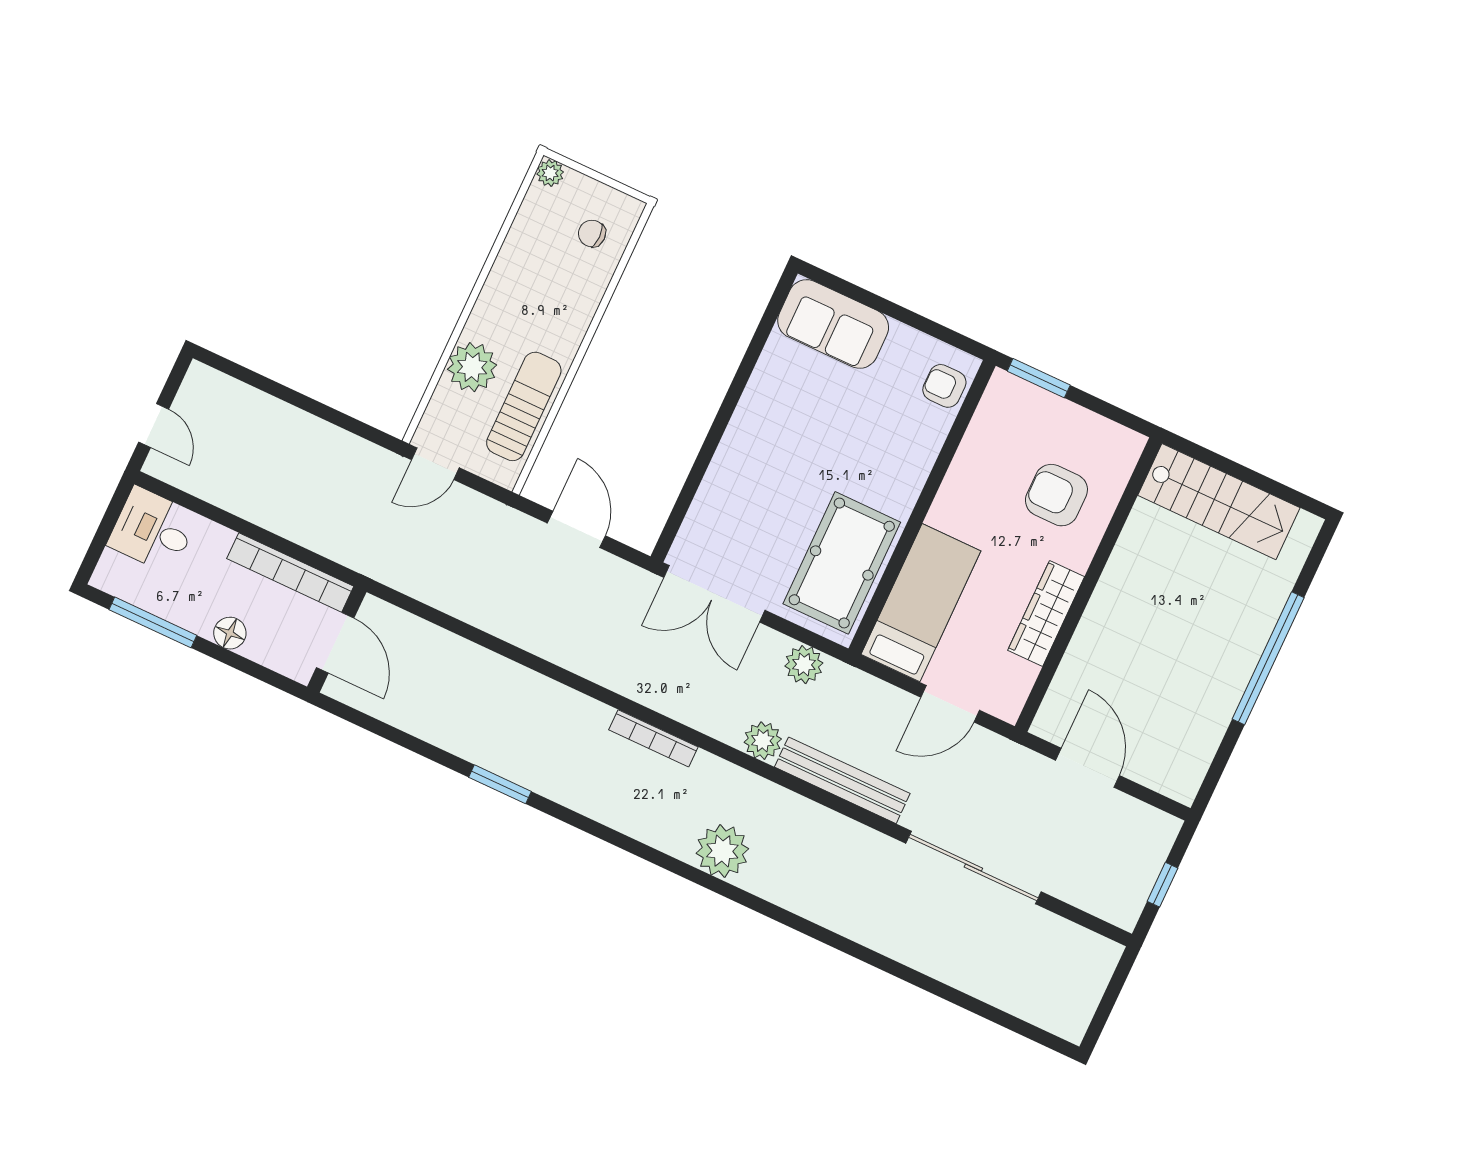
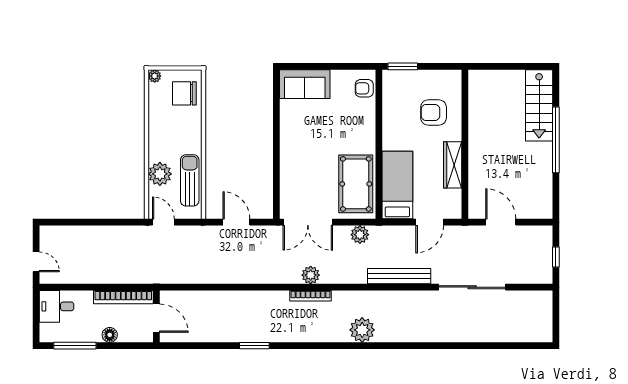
chair: (592, 234) -> (184, 93), width x1.87, depth x1.87
door: (435, 464) -> (163, 222), swing flipped
stairs: (1219, 502) -> (539, 105), moved, turned 90
plant: (763, 741) -> (311, 275), moved

